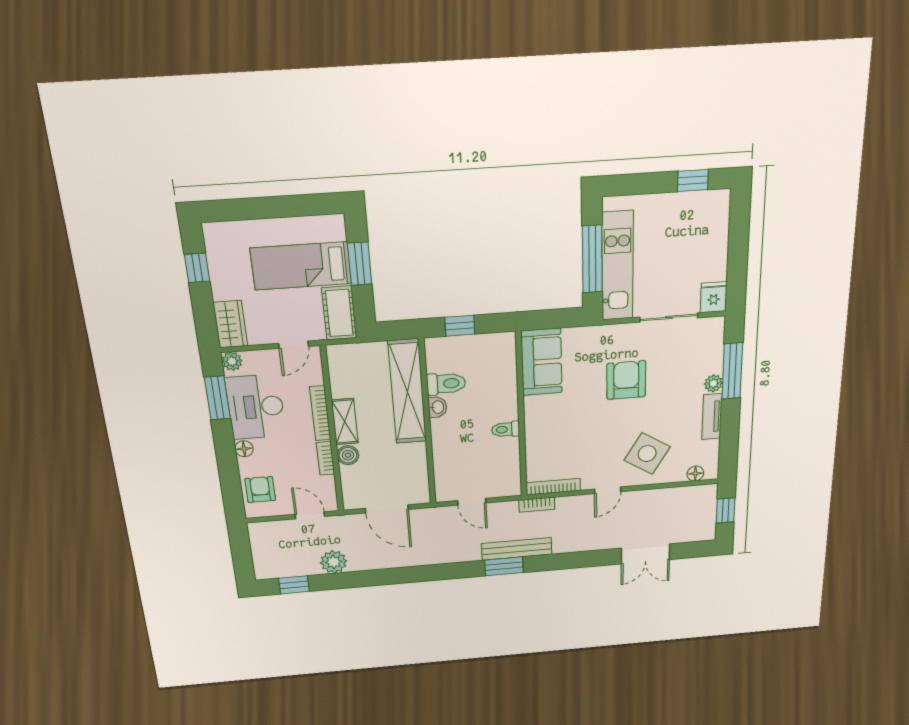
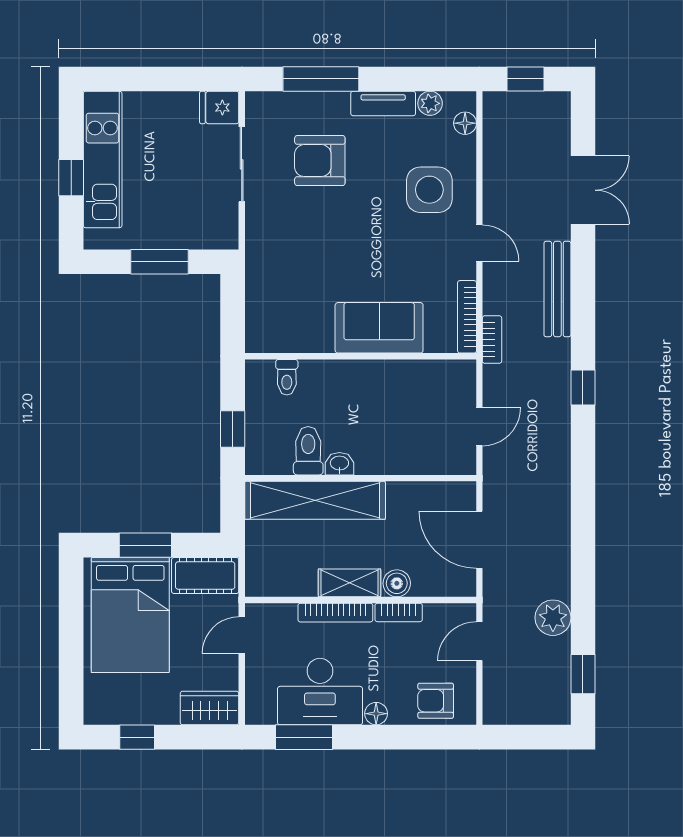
window: (693, 180) -> (71, 178), moved
window: (592, 259) -> (159, 262), width x0.69
bed: (301, 266) -> (130, 615), width x1.50
kitchen unit: (617, 266) -> (103, 159), moved, turned 90
door: (294, 345) -> (242, 635), swing flipped
plant: (232, 361) -> (257, 712), removed
sofa: (542, 362) -> (379, 328), moved
armchair: (626, 380) -> (320, 161), moved
plant: (713, 383) -> (430, 103), moved
toilet: (506, 429) -> (287, 377), moved
side table: (647, 454) -> (429, 190), turned -32
door: (387, 509) -> (479, 540), swing flipped
bench: (517, 549) -> (557, 289), moved
window: (504, 566) -> (583, 388), width x0.67

